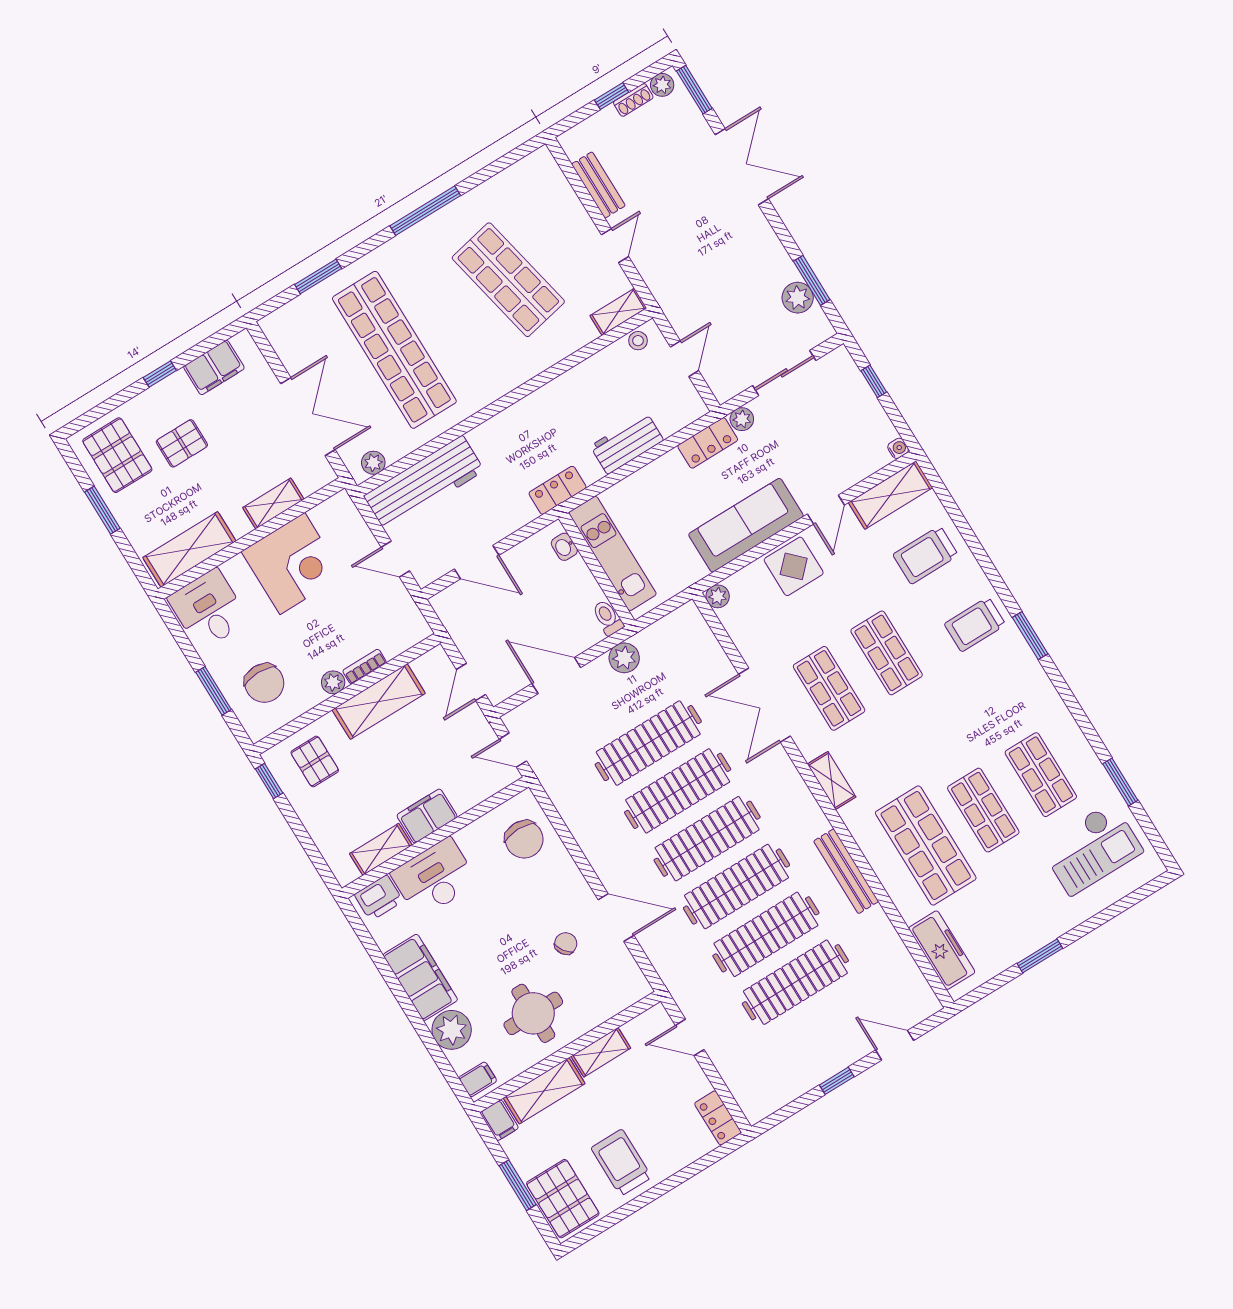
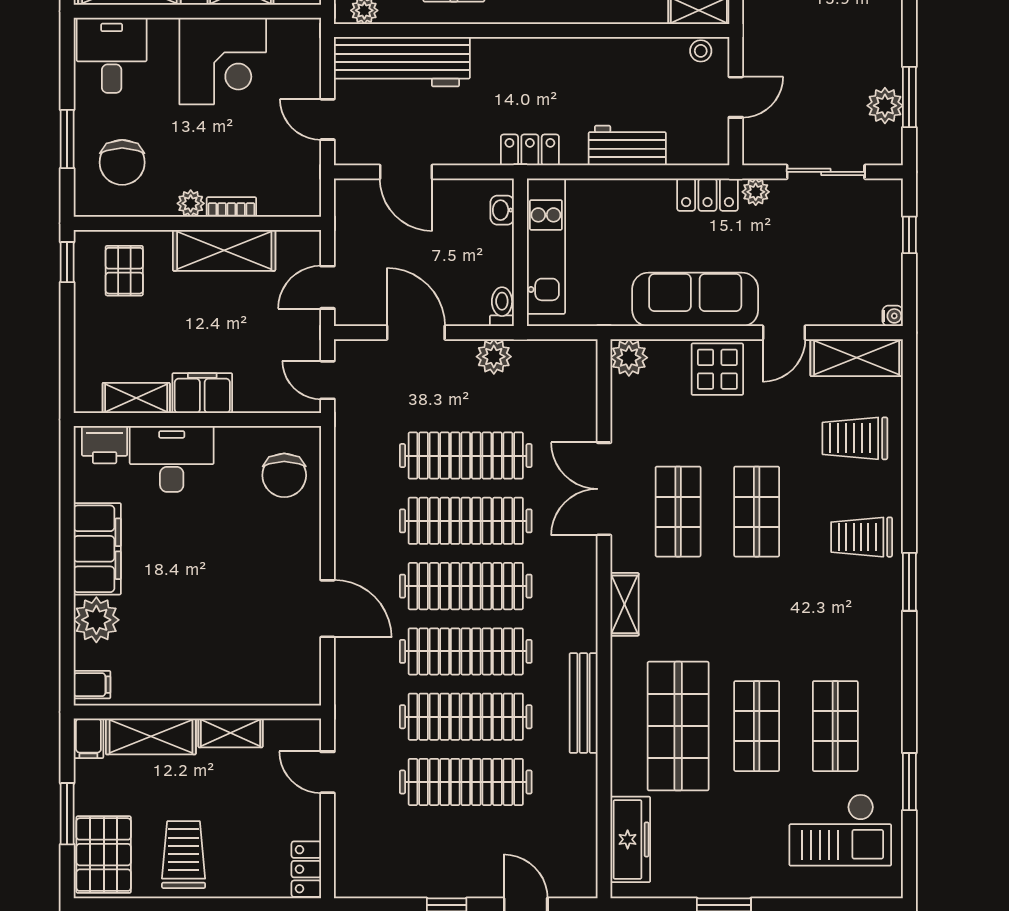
plant: (718, 596) -> (629, 358), width x1.38, depth x1.38
chair: (566, 944) -> (262, 604), removed
round table: (533, 1013) -> (187, 653), removed

